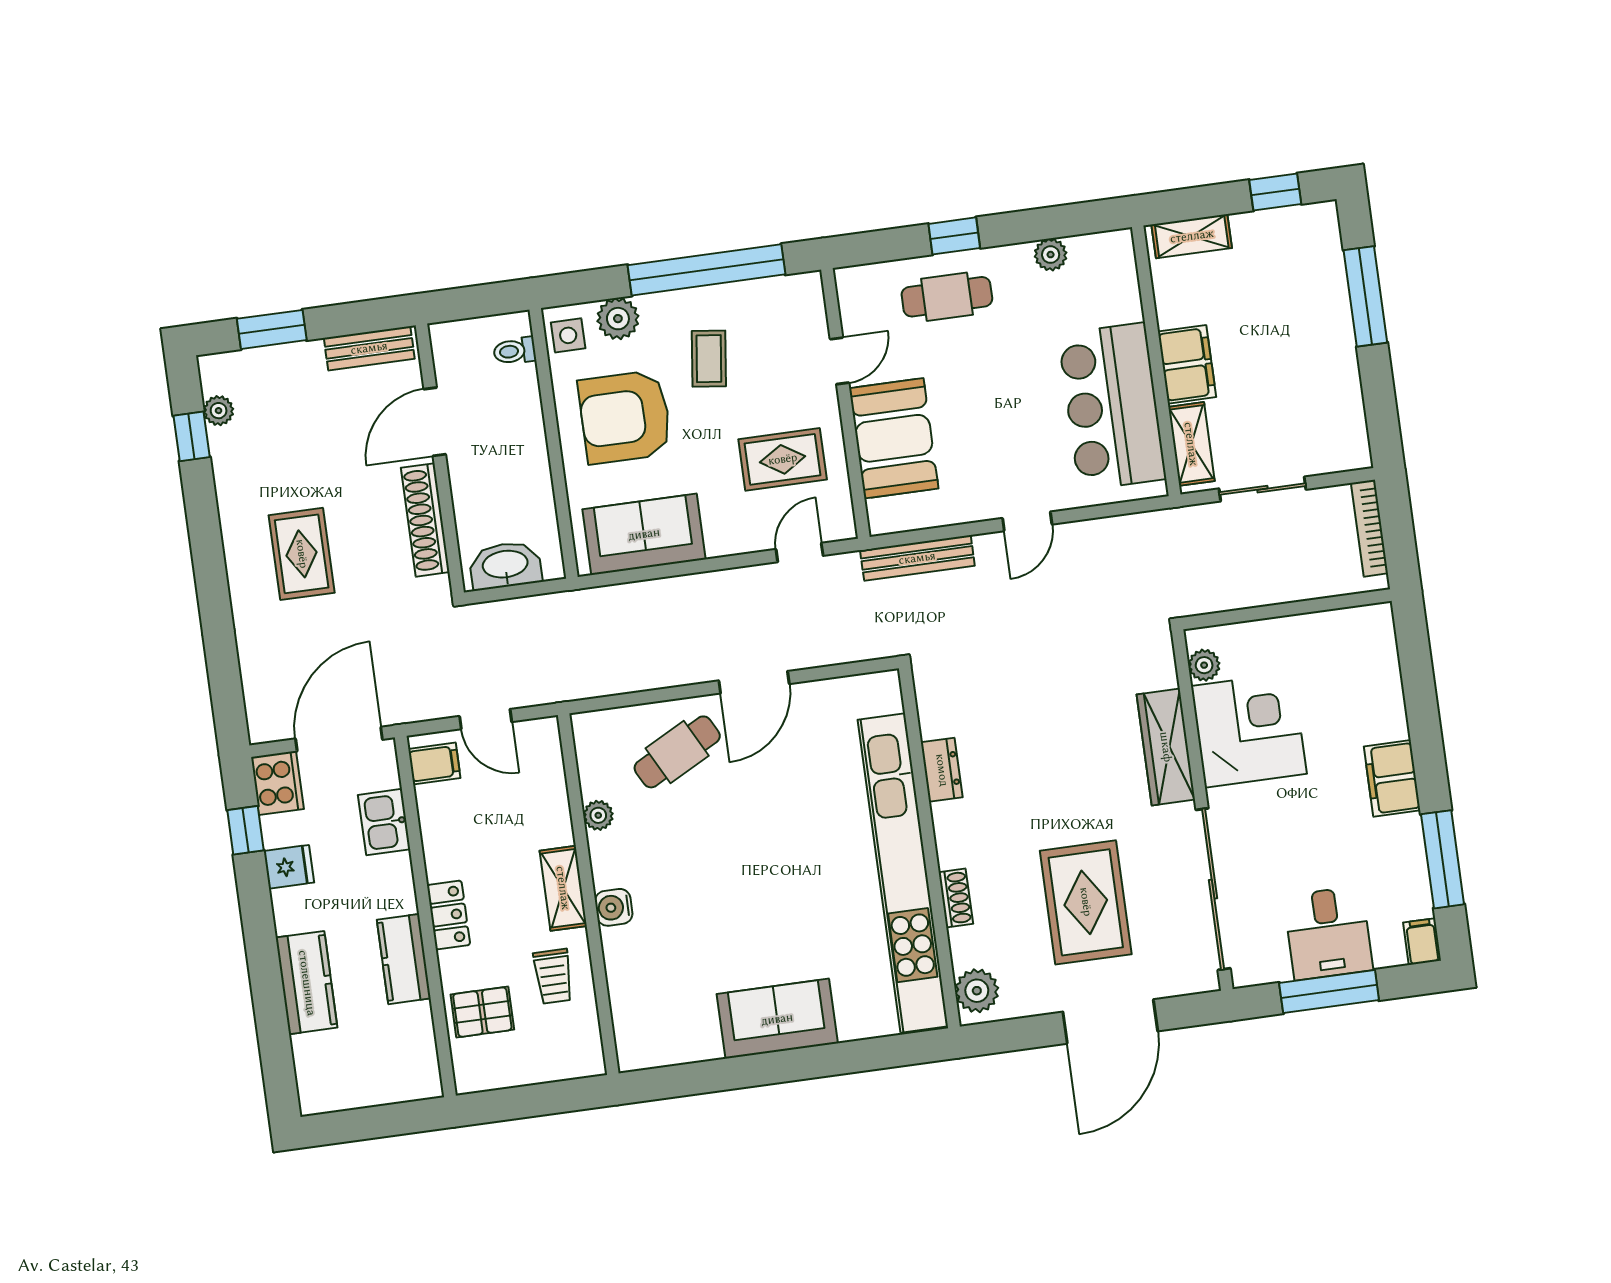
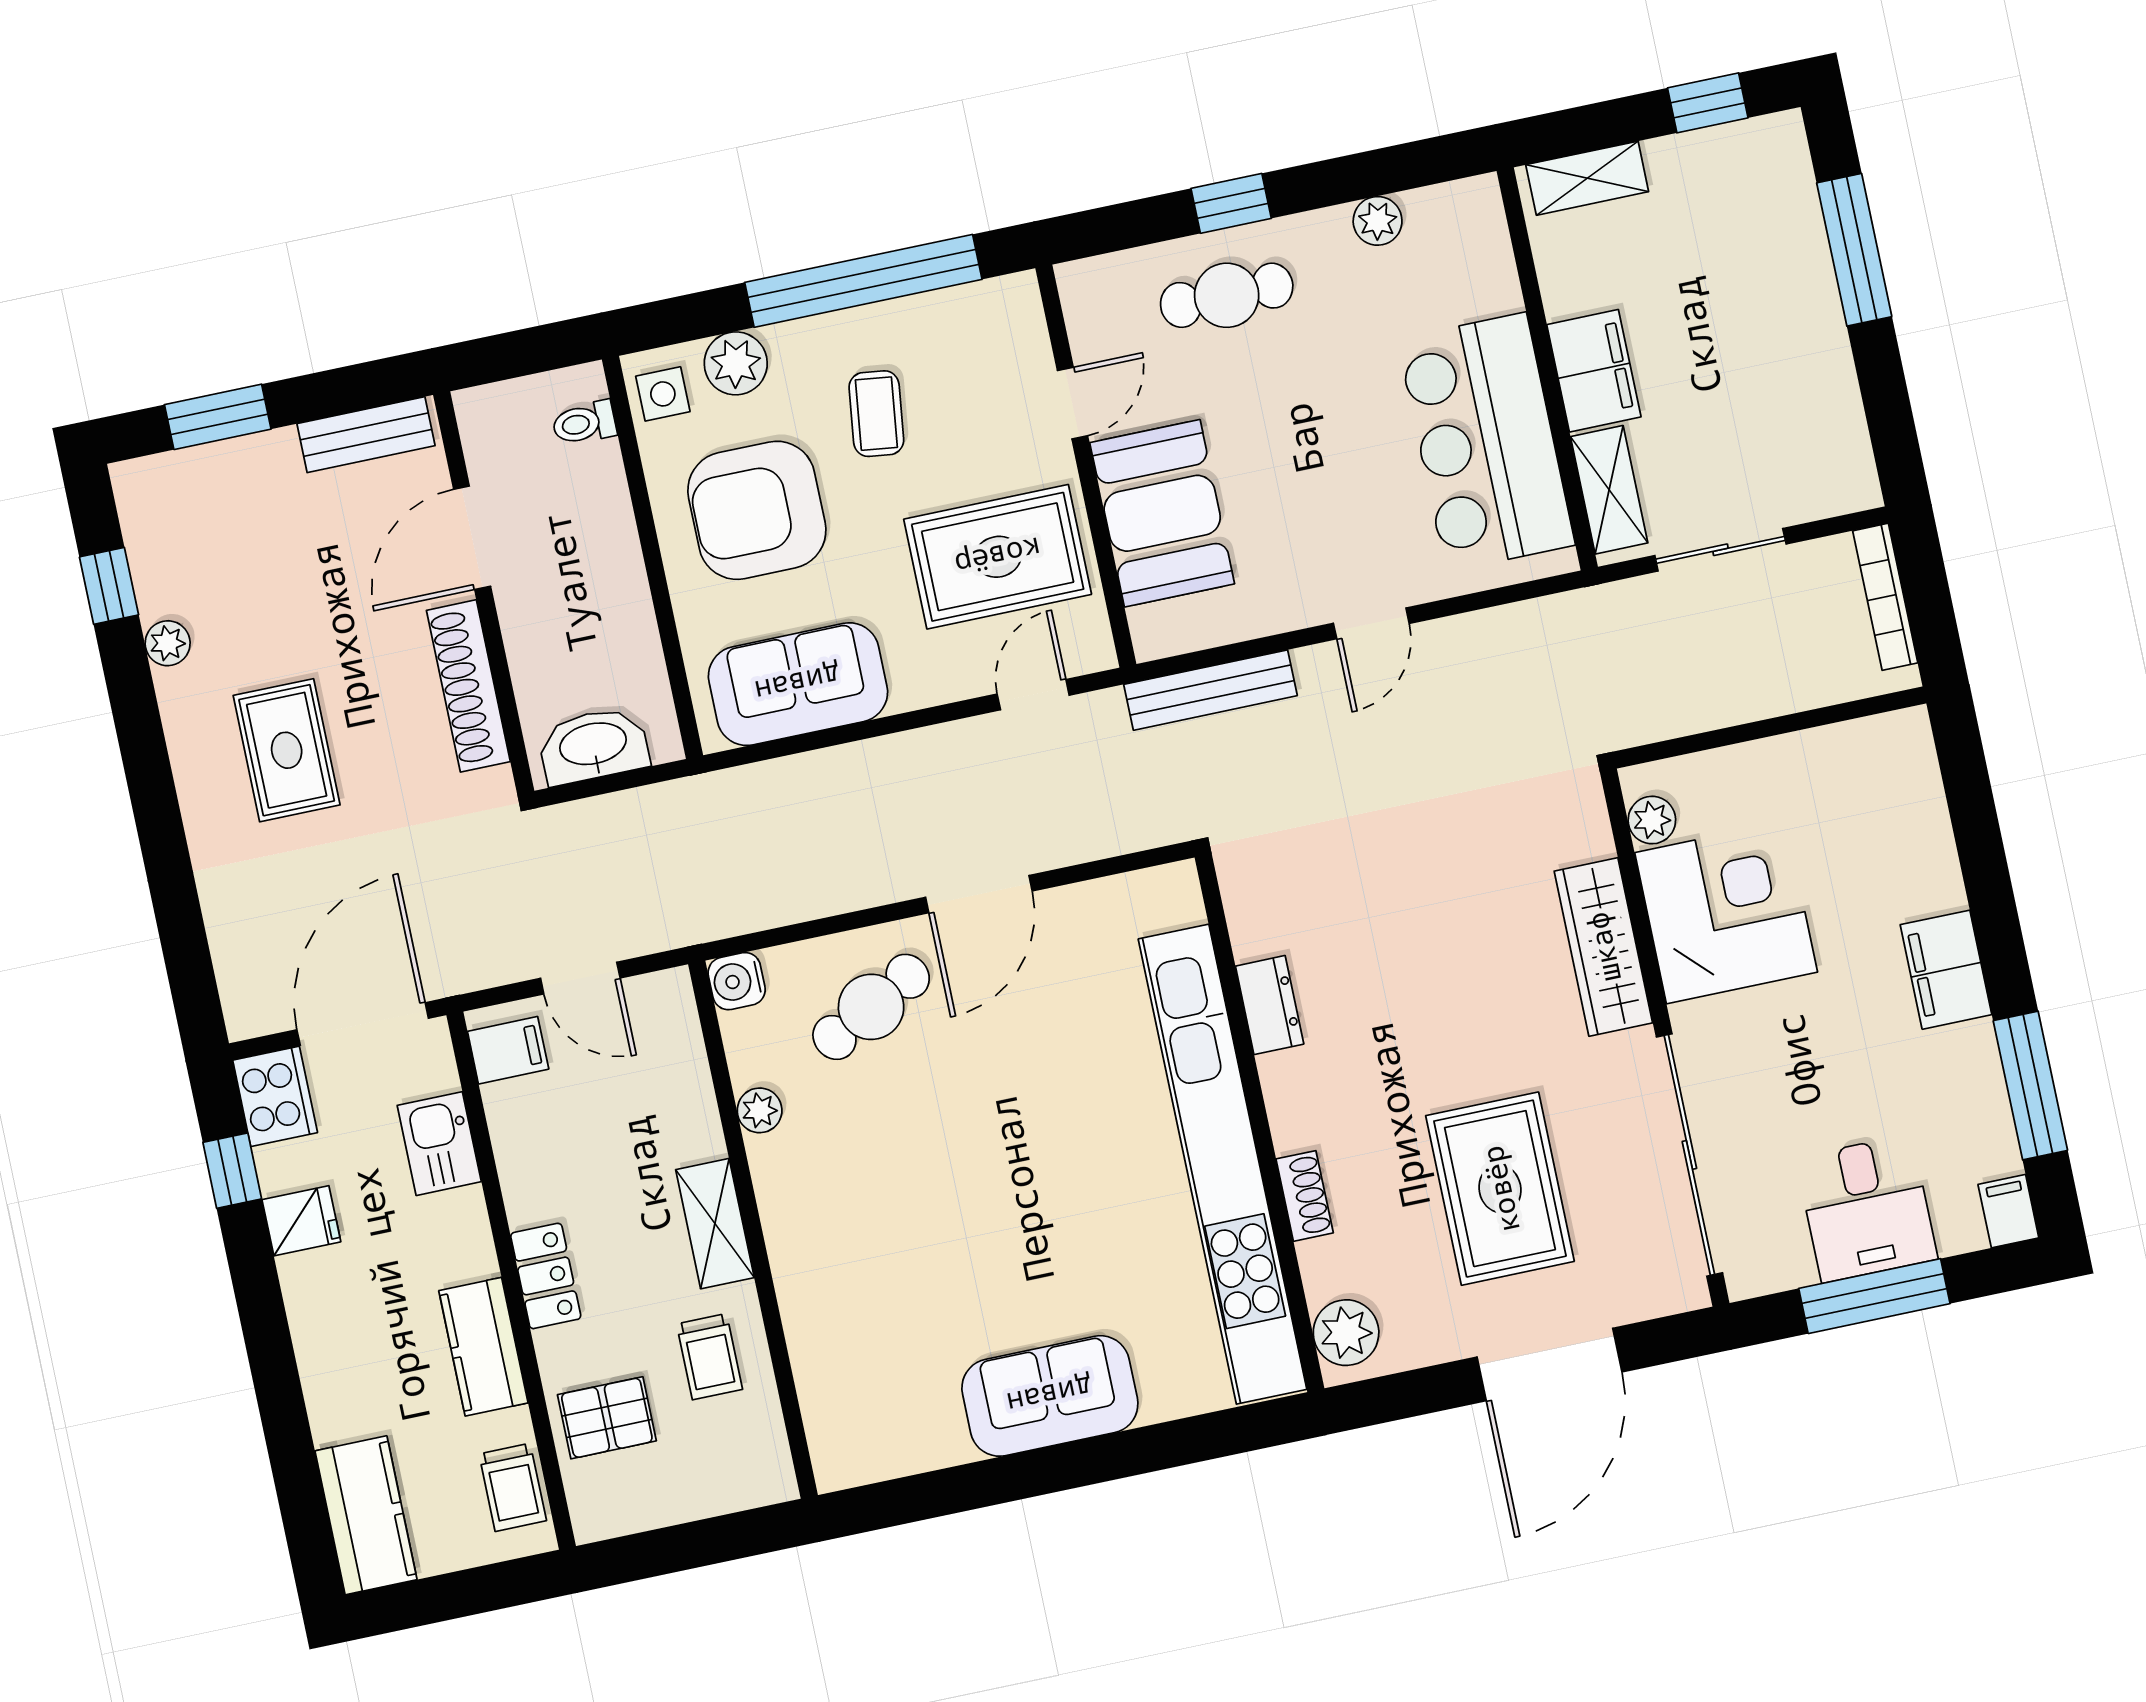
plant: (219, 411) -> (168, 643), moved
rug: (783, 459) -> (998, 557), width x1.36, depth x1.43
water cooler: (614, 907) -> (737, 981), moved
kitchen counter: (307, 983) -> (366, 1515), moved
trolley: (416, 1054) -> (513, 1487), added

